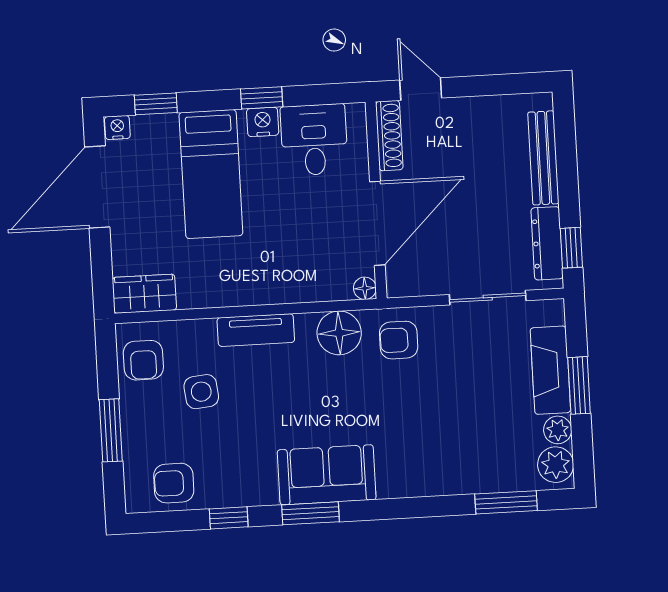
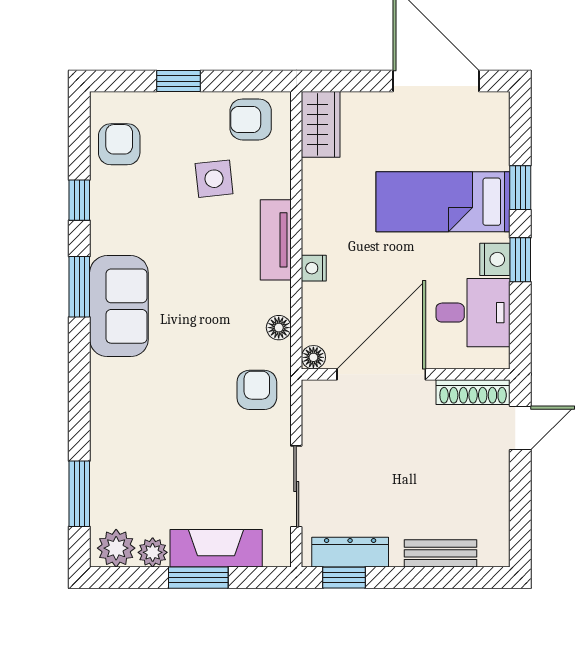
window: (156, 104) -> (520, 188), moved
nightstand: (117, 128) -> (314, 268), moved, turned 180
bench: (543, 158) -> (440, 553), width x0.73
door: (377, 223) -> (381, 374), swing flipped
floor lamp: (339, 333) -> (279, 328), width x0.53, depth x0.53
window: (111, 430) -> (178, 81), width x0.67

